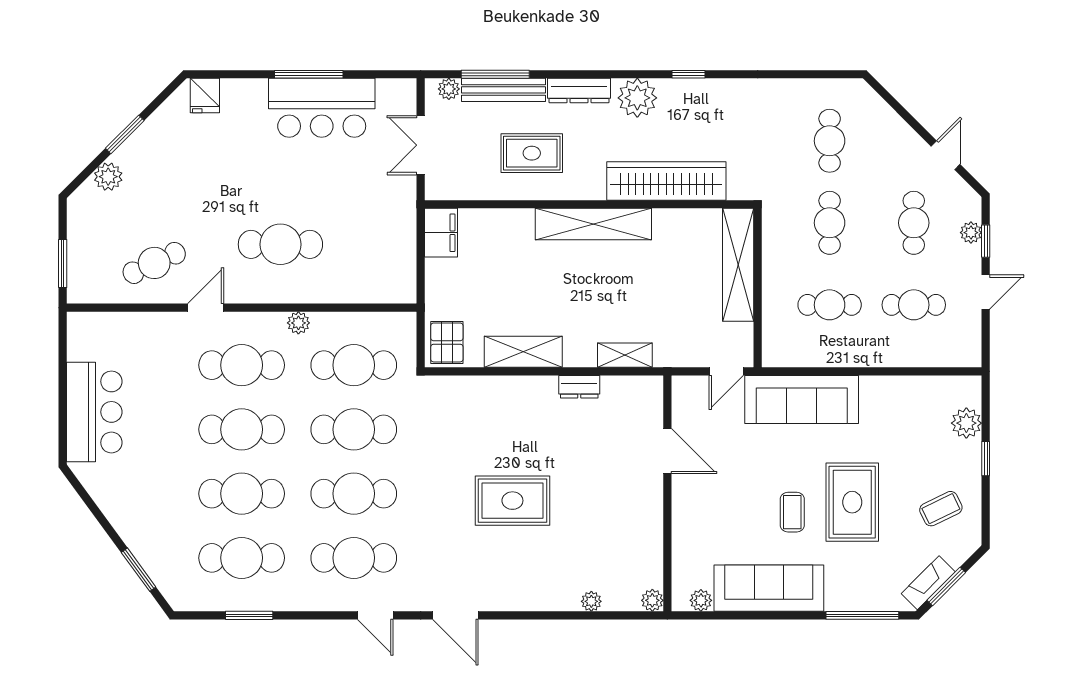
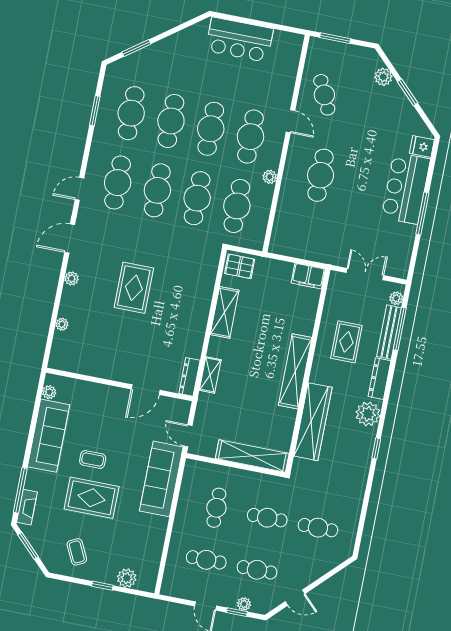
bar counter: (322, 108) -> (406, 188), moved
cafe table: (914, 305) -> (206, 560), turned 90
dresser: (579, 387) -> (189, 377), moved, width x1.44
fireplace: (928, 583) -> (27, 507), moved, turned 45
plant: (652, 600) -> (72, 278), moved

